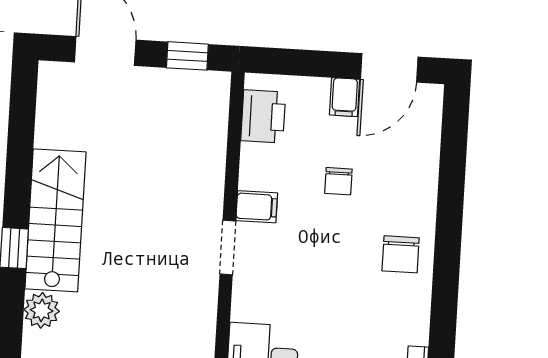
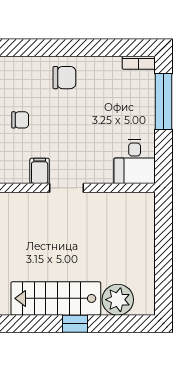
plant: (42, 310) -> (118, 300), width x1.36, depth x1.36

